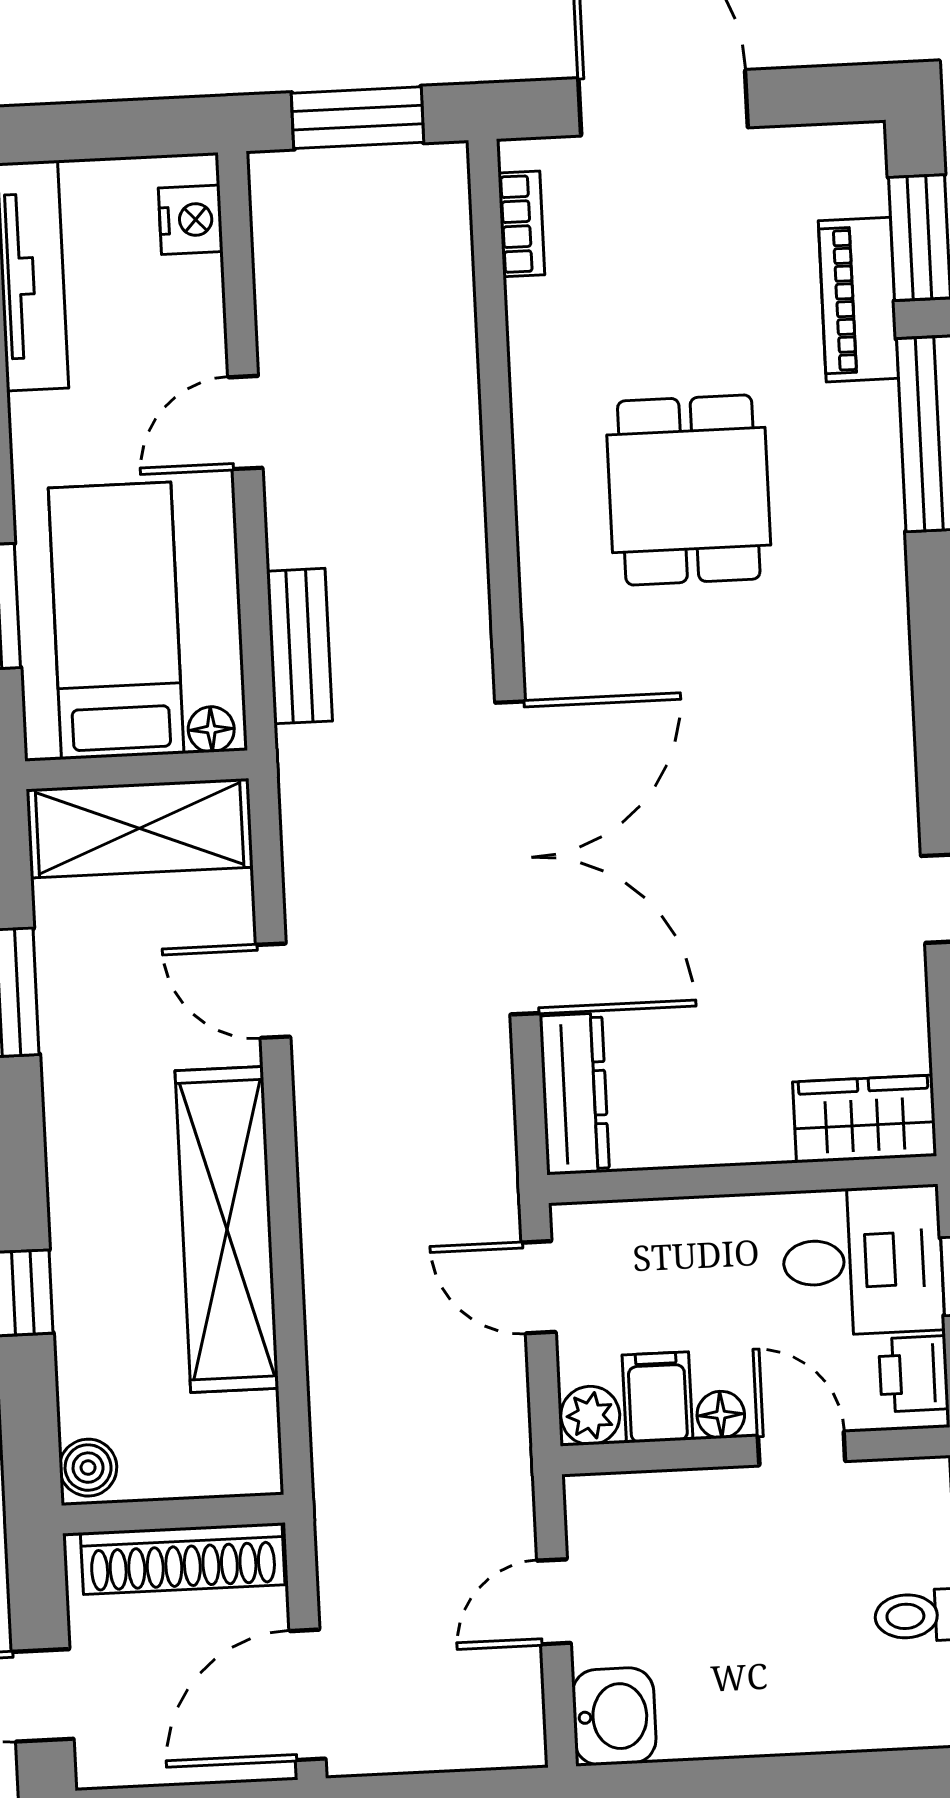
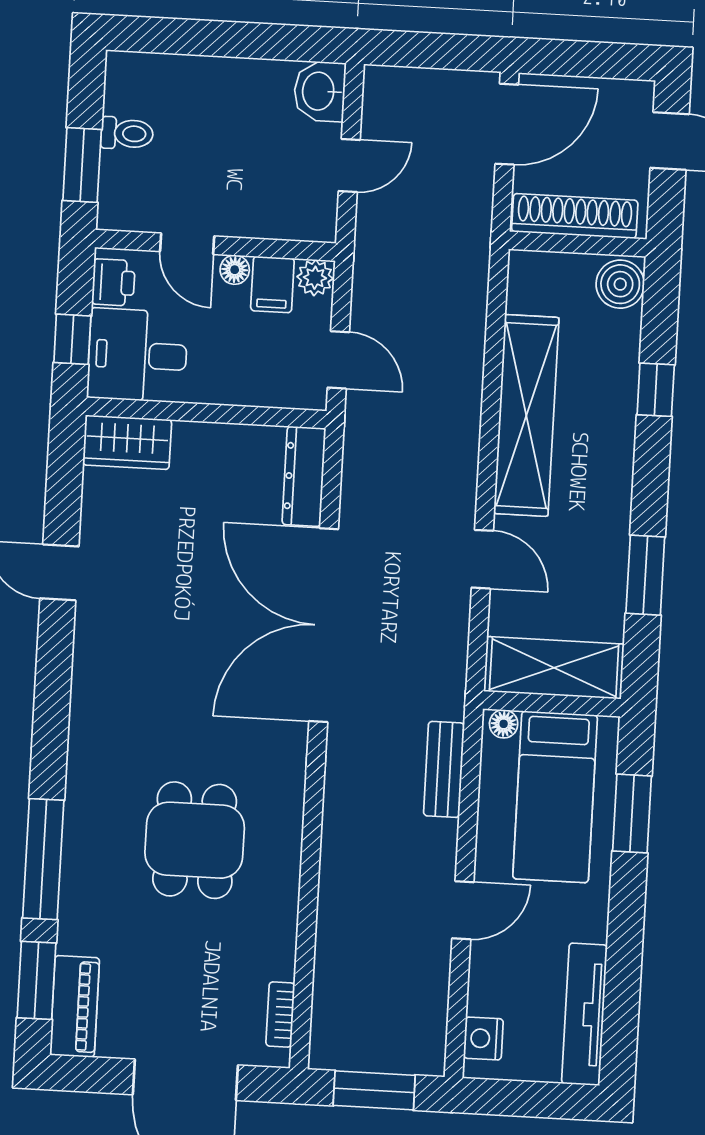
piano: (859, 300) -> (75, 1006), moved
boiler: (88, 1468) -> (620, 284), width x1.36, depth x1.36

